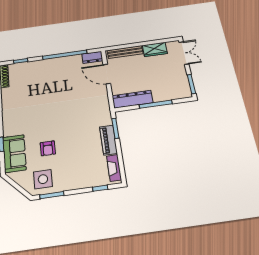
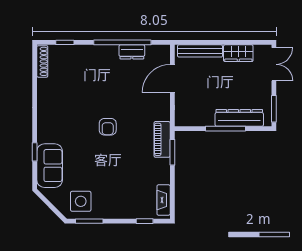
dresser: (92, 57) -> (132, 52), moved
door: (107, 74) -> (172, 79), hinge flipped
dresser: (132, 99) -> (239, 118), moved
piano: (108, 140) -> (162, 139), moved
armchair: (48, 148) -> (108, 127), moved

